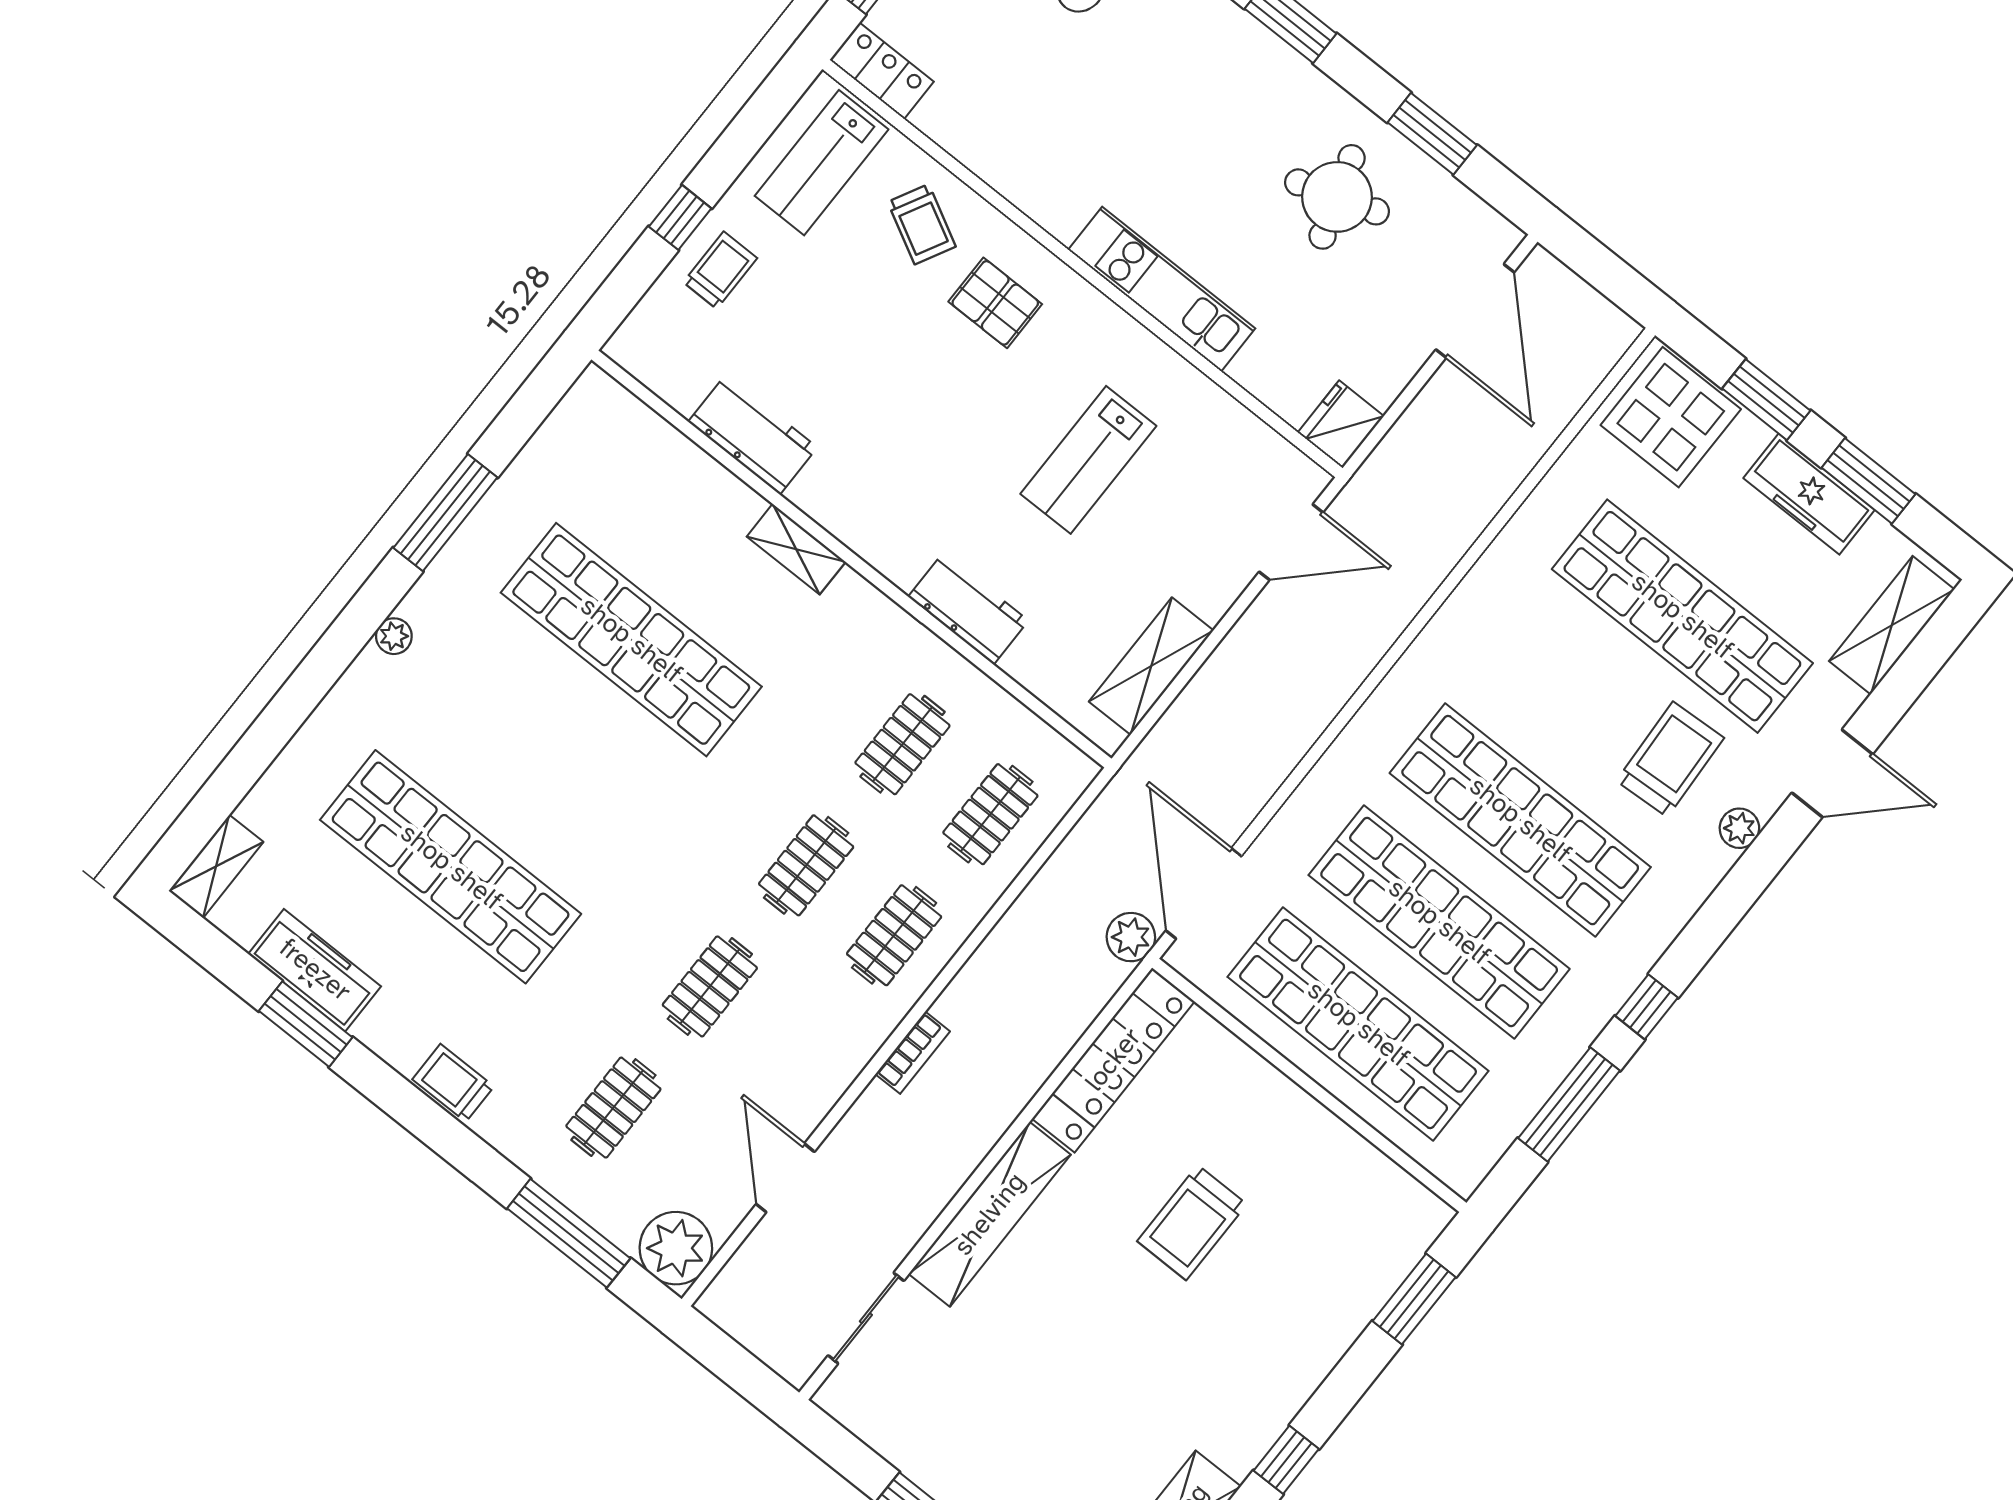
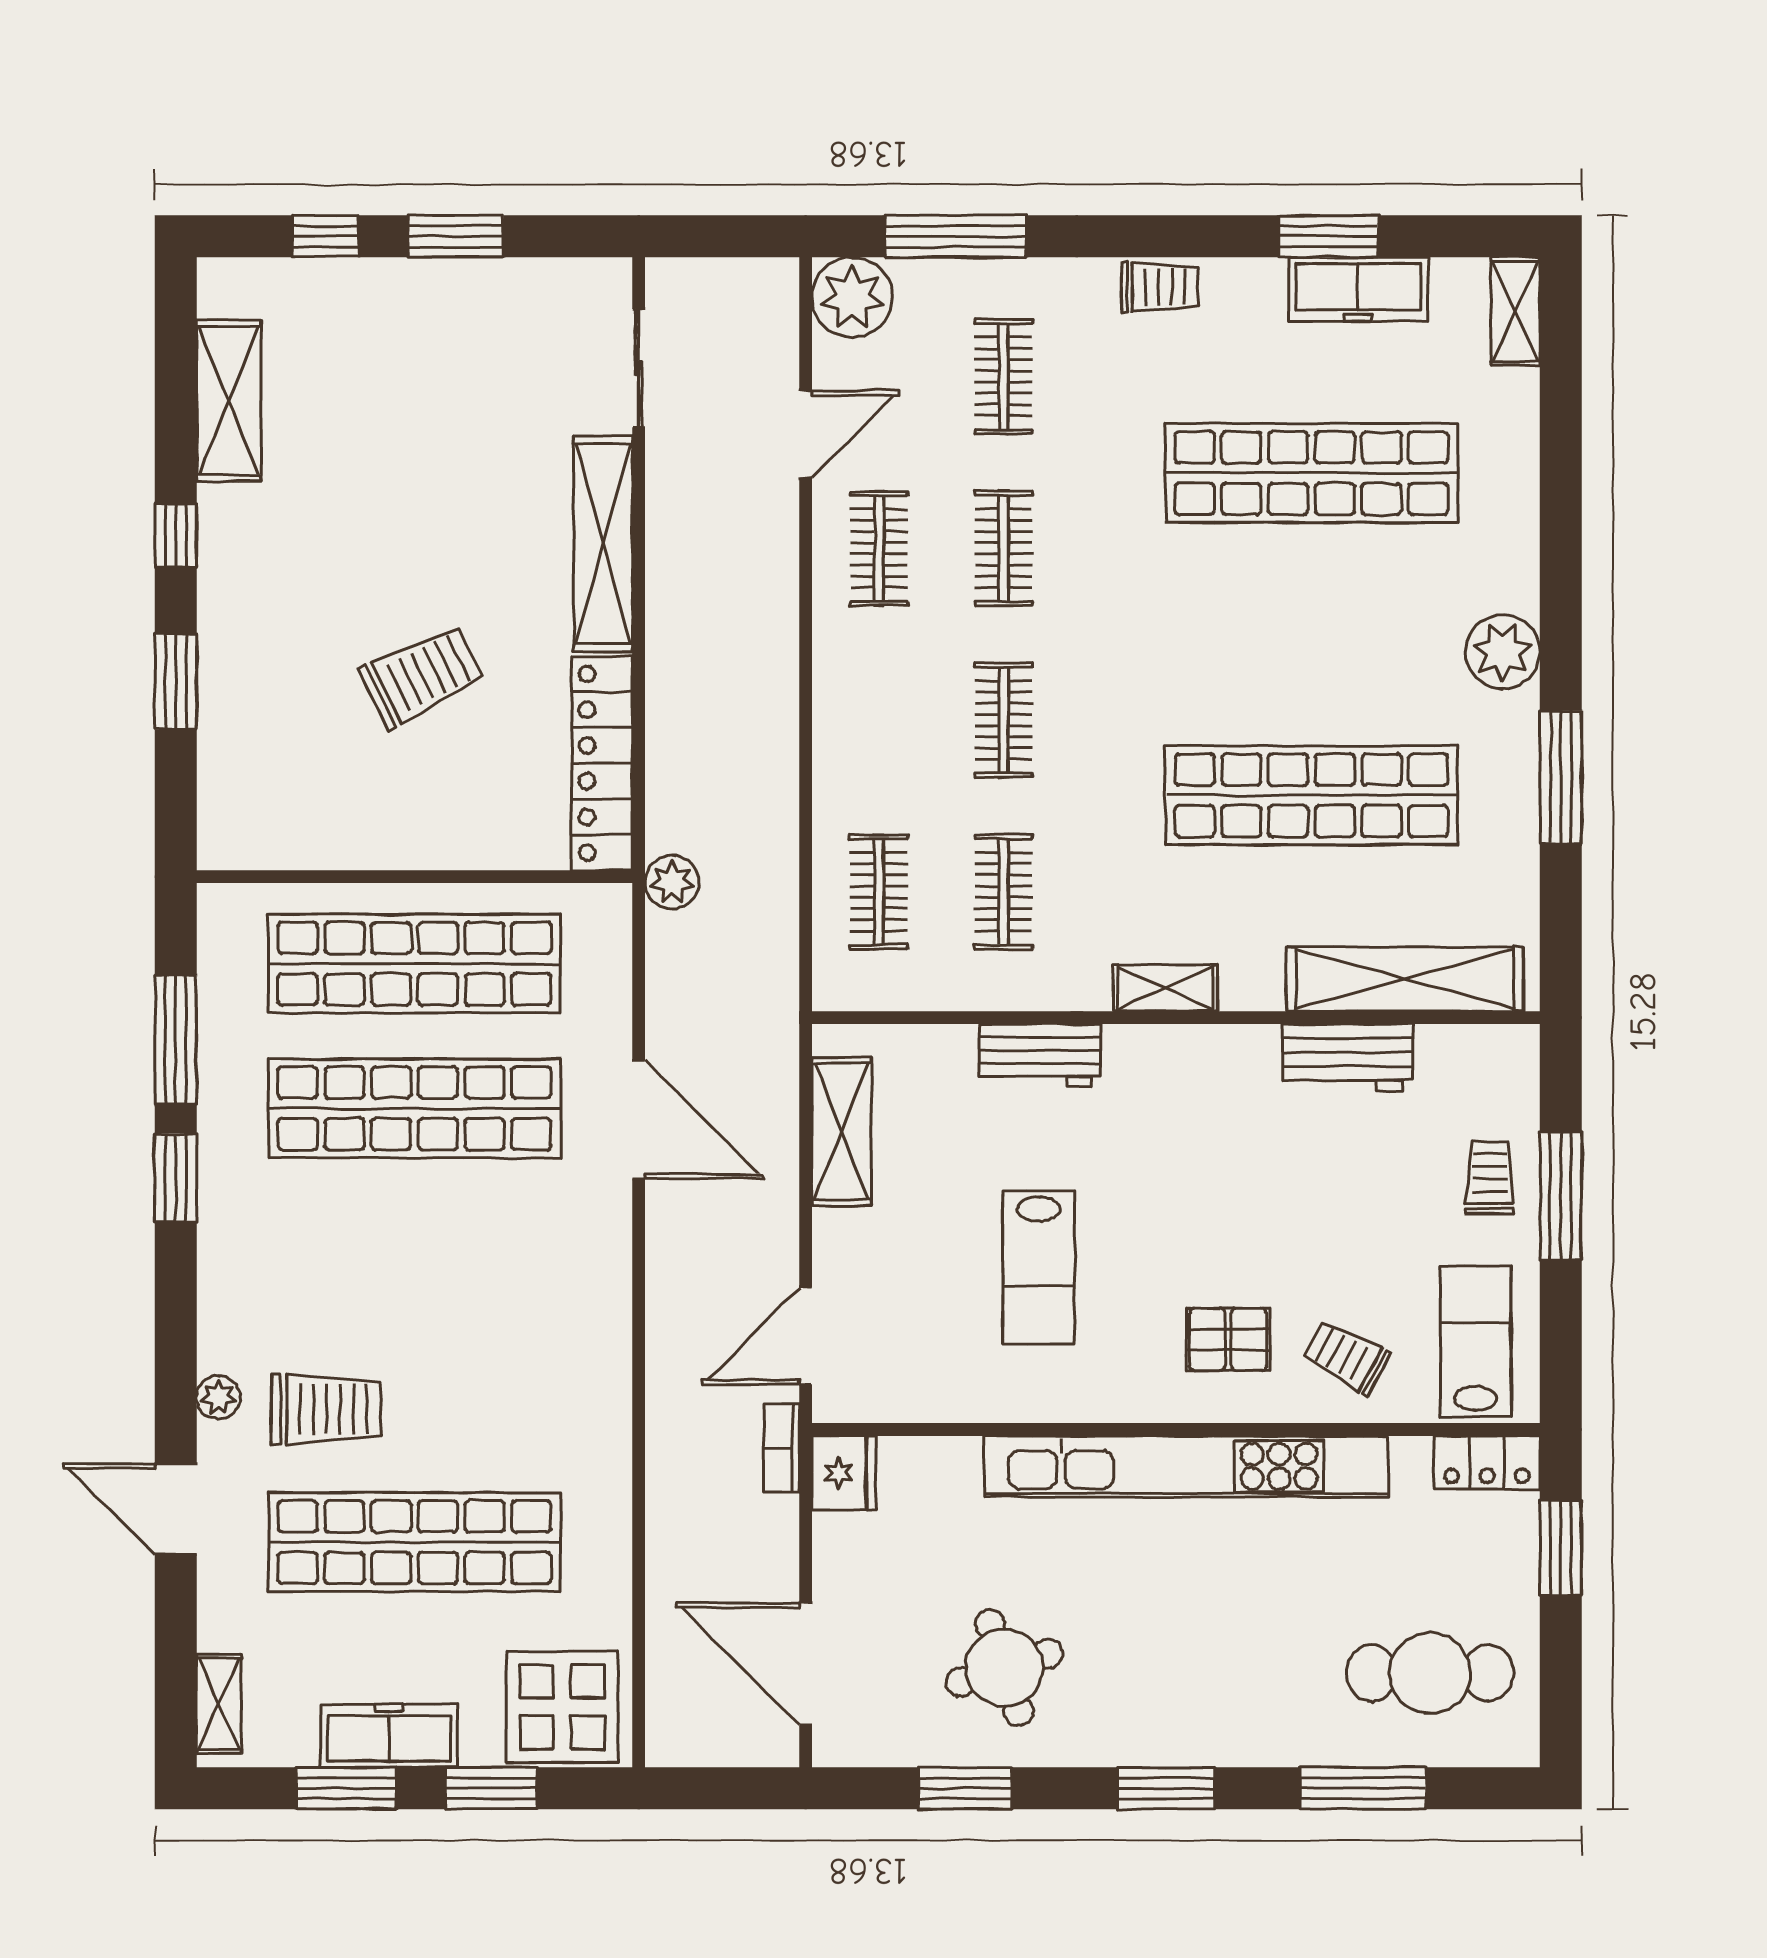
window: (680, 217) -> (1561, 1196), width x2.17
trolley: (720, 270) -> (1490, 1178), turned 180
kitchen unit: (1162, 289) -> (1186, 1466), width x1.86
shelving: (668, 458) -> (1405, 979), added
lab bench: (1088, 460) -> (1039, 1267), turned 180
shelving: (796, 549) -> (1165, 988), moved
shelving: (1892, 625) -> (219, 1704), width x0.67, depth x0.75
plant: (394, 636) -> (1503, 652), width x1.88, depth x1.88
trolley: (1670, 759) -> (326, 1409), turned -87
door: (1832, 773) -> (176, 1509), hinge flipped
shop shelf: (1520, 820) -> (414, 1253), removed
door: (1204, 893) -> (639, 1120), moved
clothes rail: (894, 935) -> (879, 548), moved
window: (1647, 1007) -> (176, 1178), width x1.50
bookcase: (913, 1053) -> (782, 1448), moved
door: (785, 1178) -> (806, 434), hinge flipped
trolley: (1192, 1223) -> (421, 676), turned 64
window: (1414, 1299) -> (176, 681), moved

